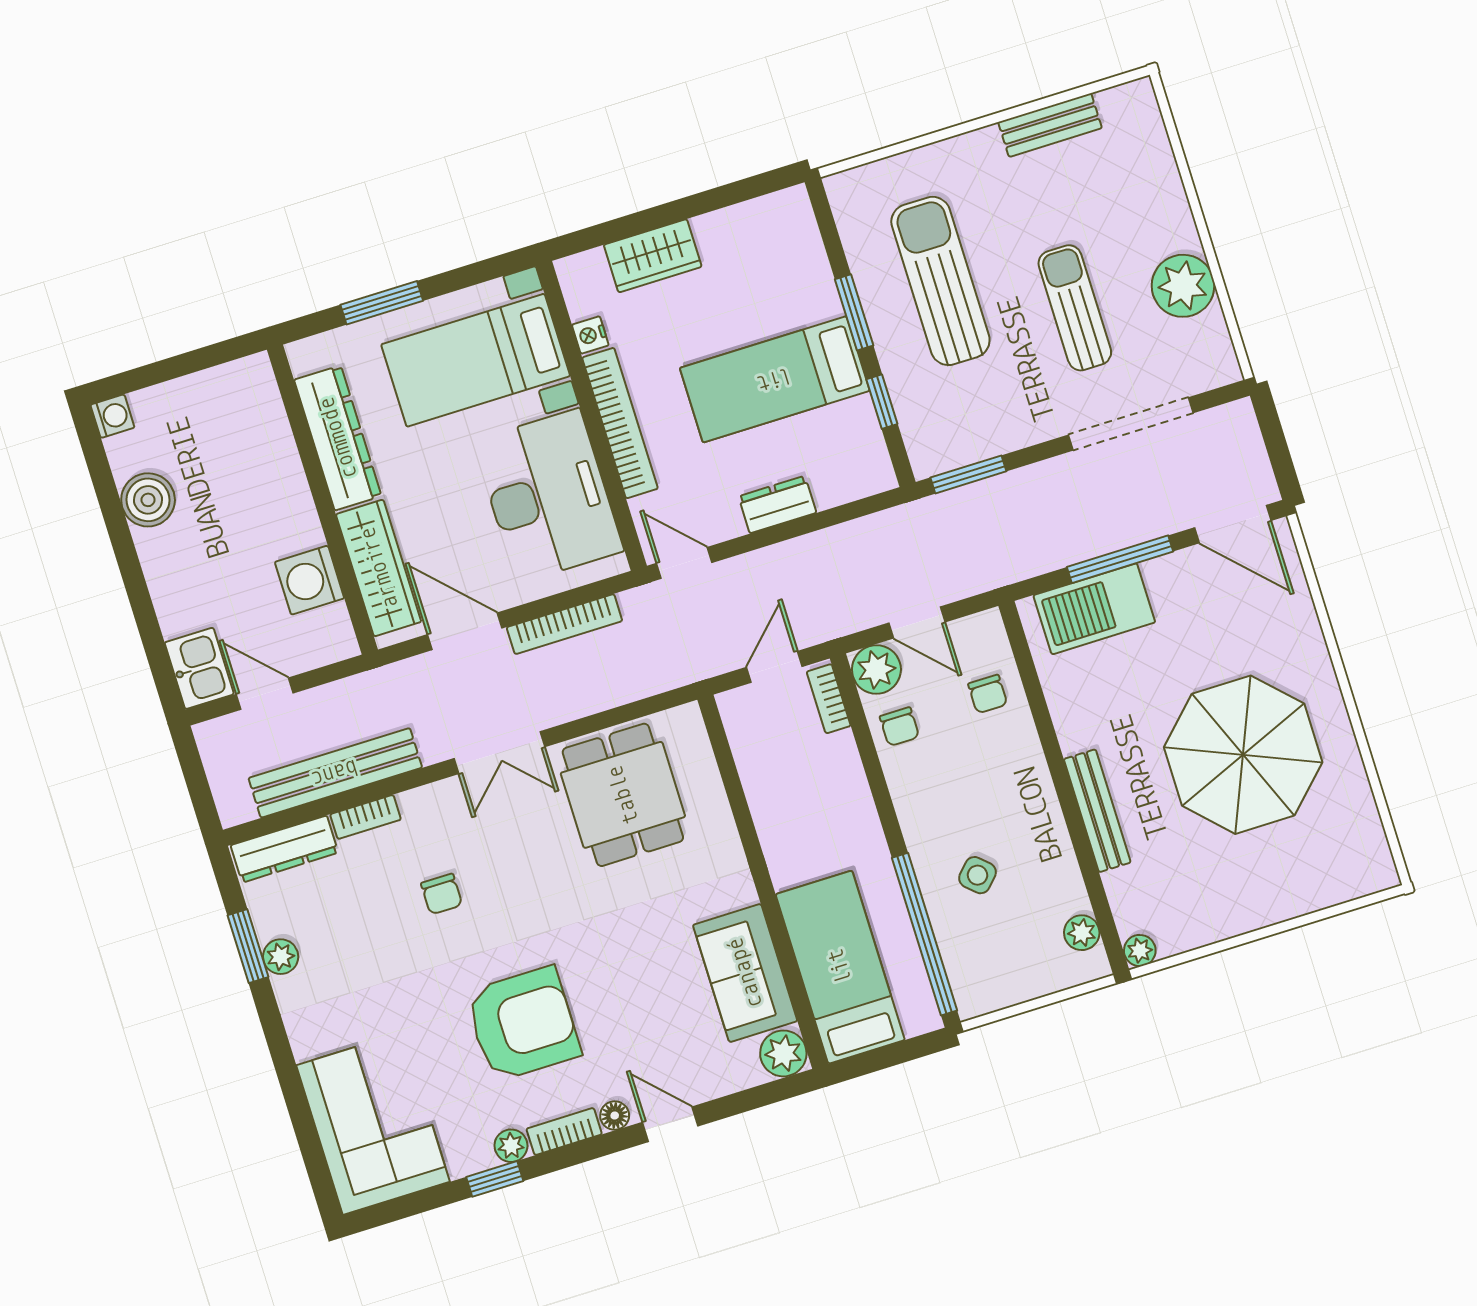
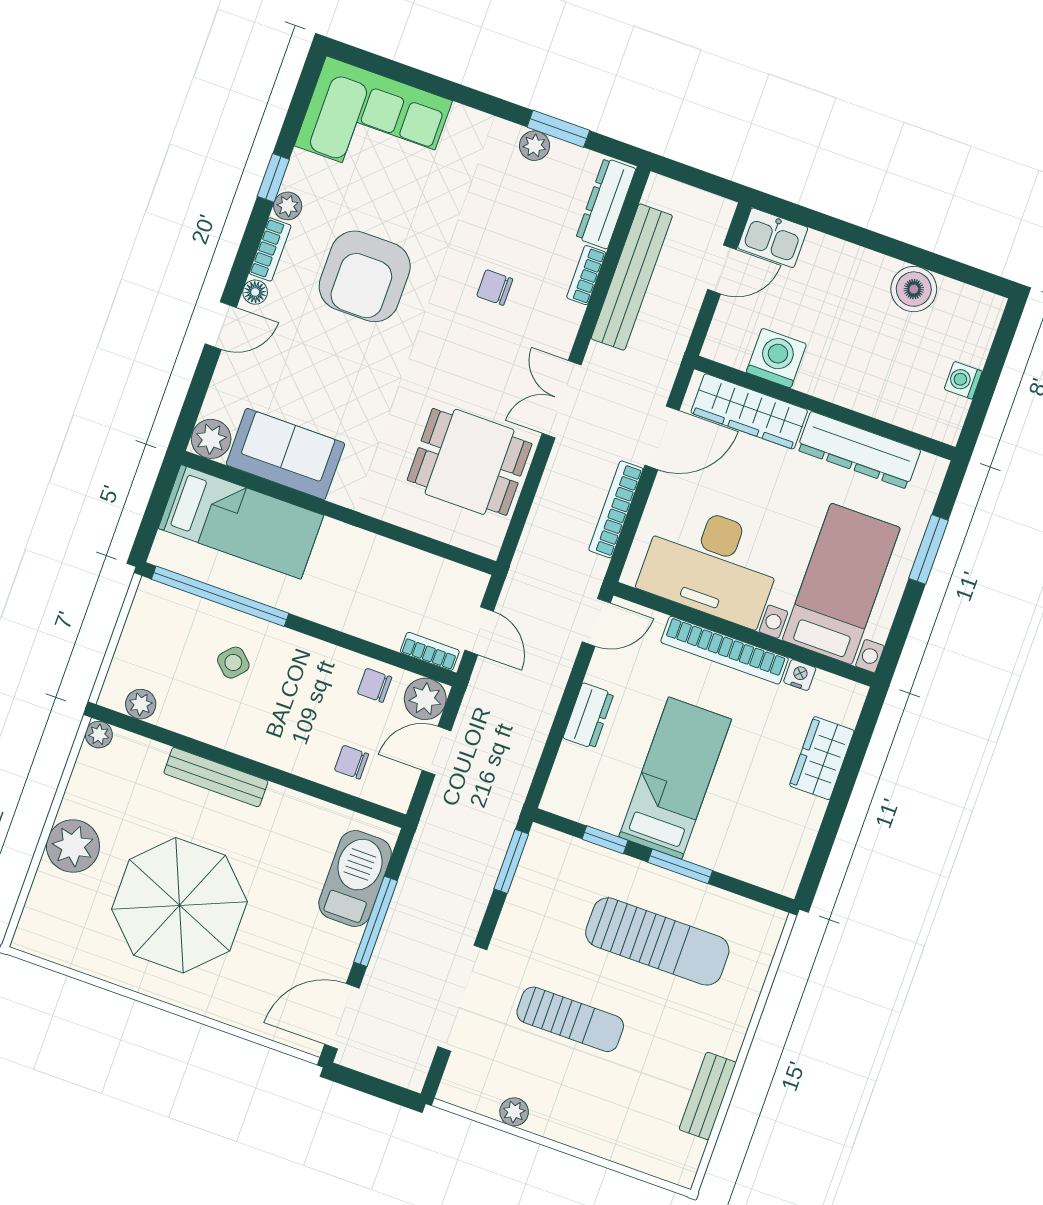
plant: (1183, 286) -> (514, 1112), width x0.53, depth x0.53
washing machine: (112, 416) -> (963, 380), moved, turned 90
plant: (1263, 896) -> (73, 846), added

